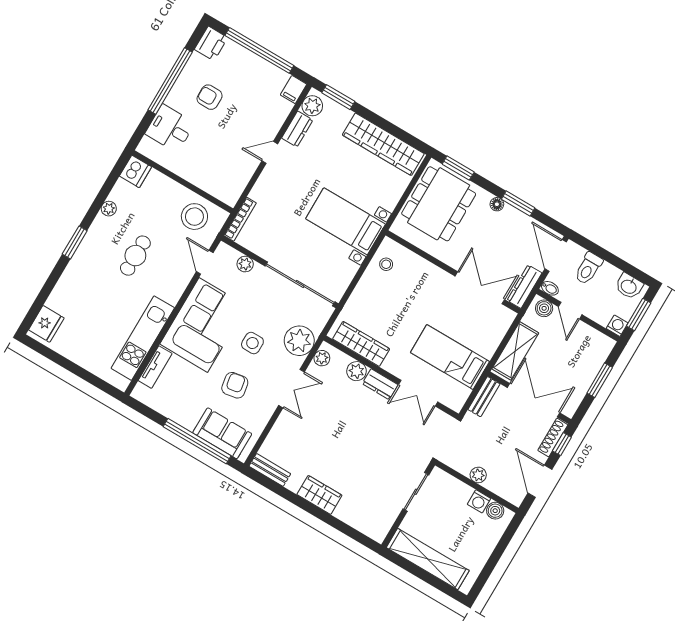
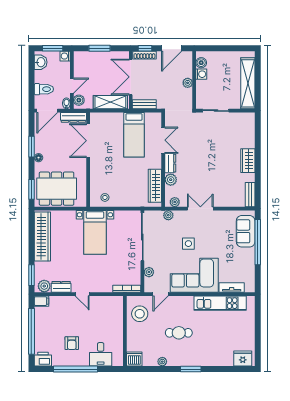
plant: (299, 341) -> (168, 215), width x0.53, depth x0.53
armchair: (235, 385) -> (216, 240), removed

